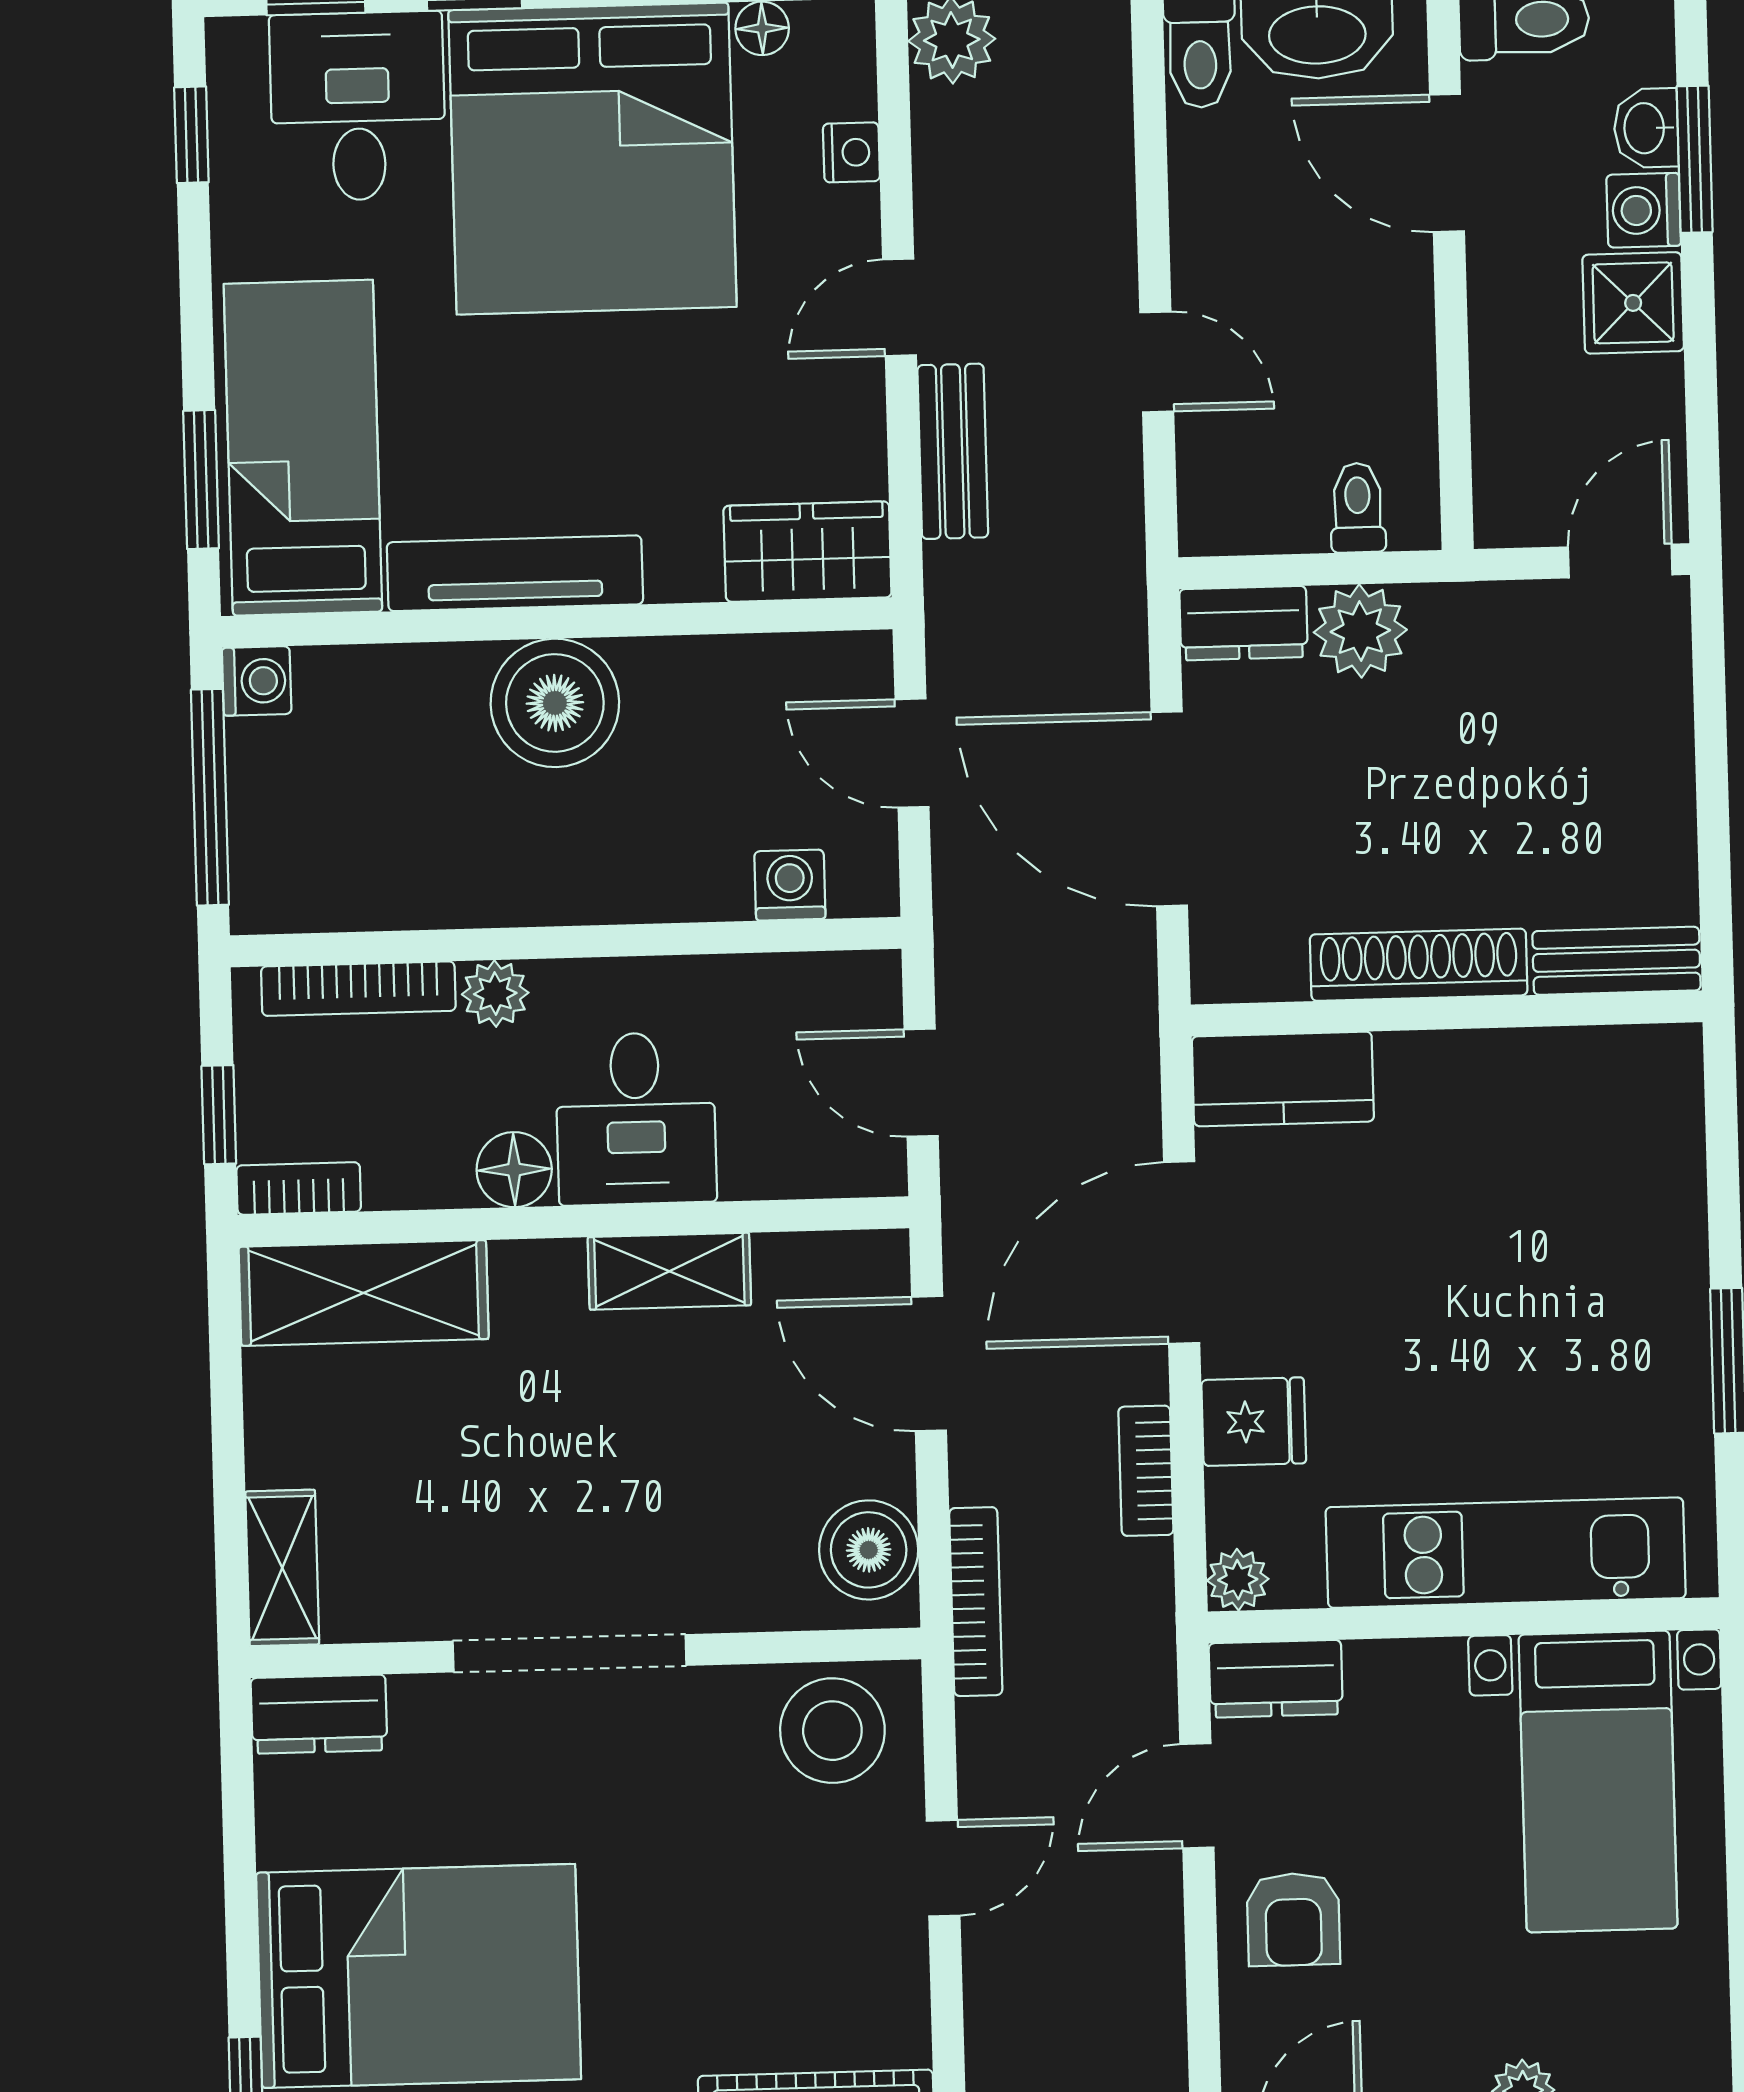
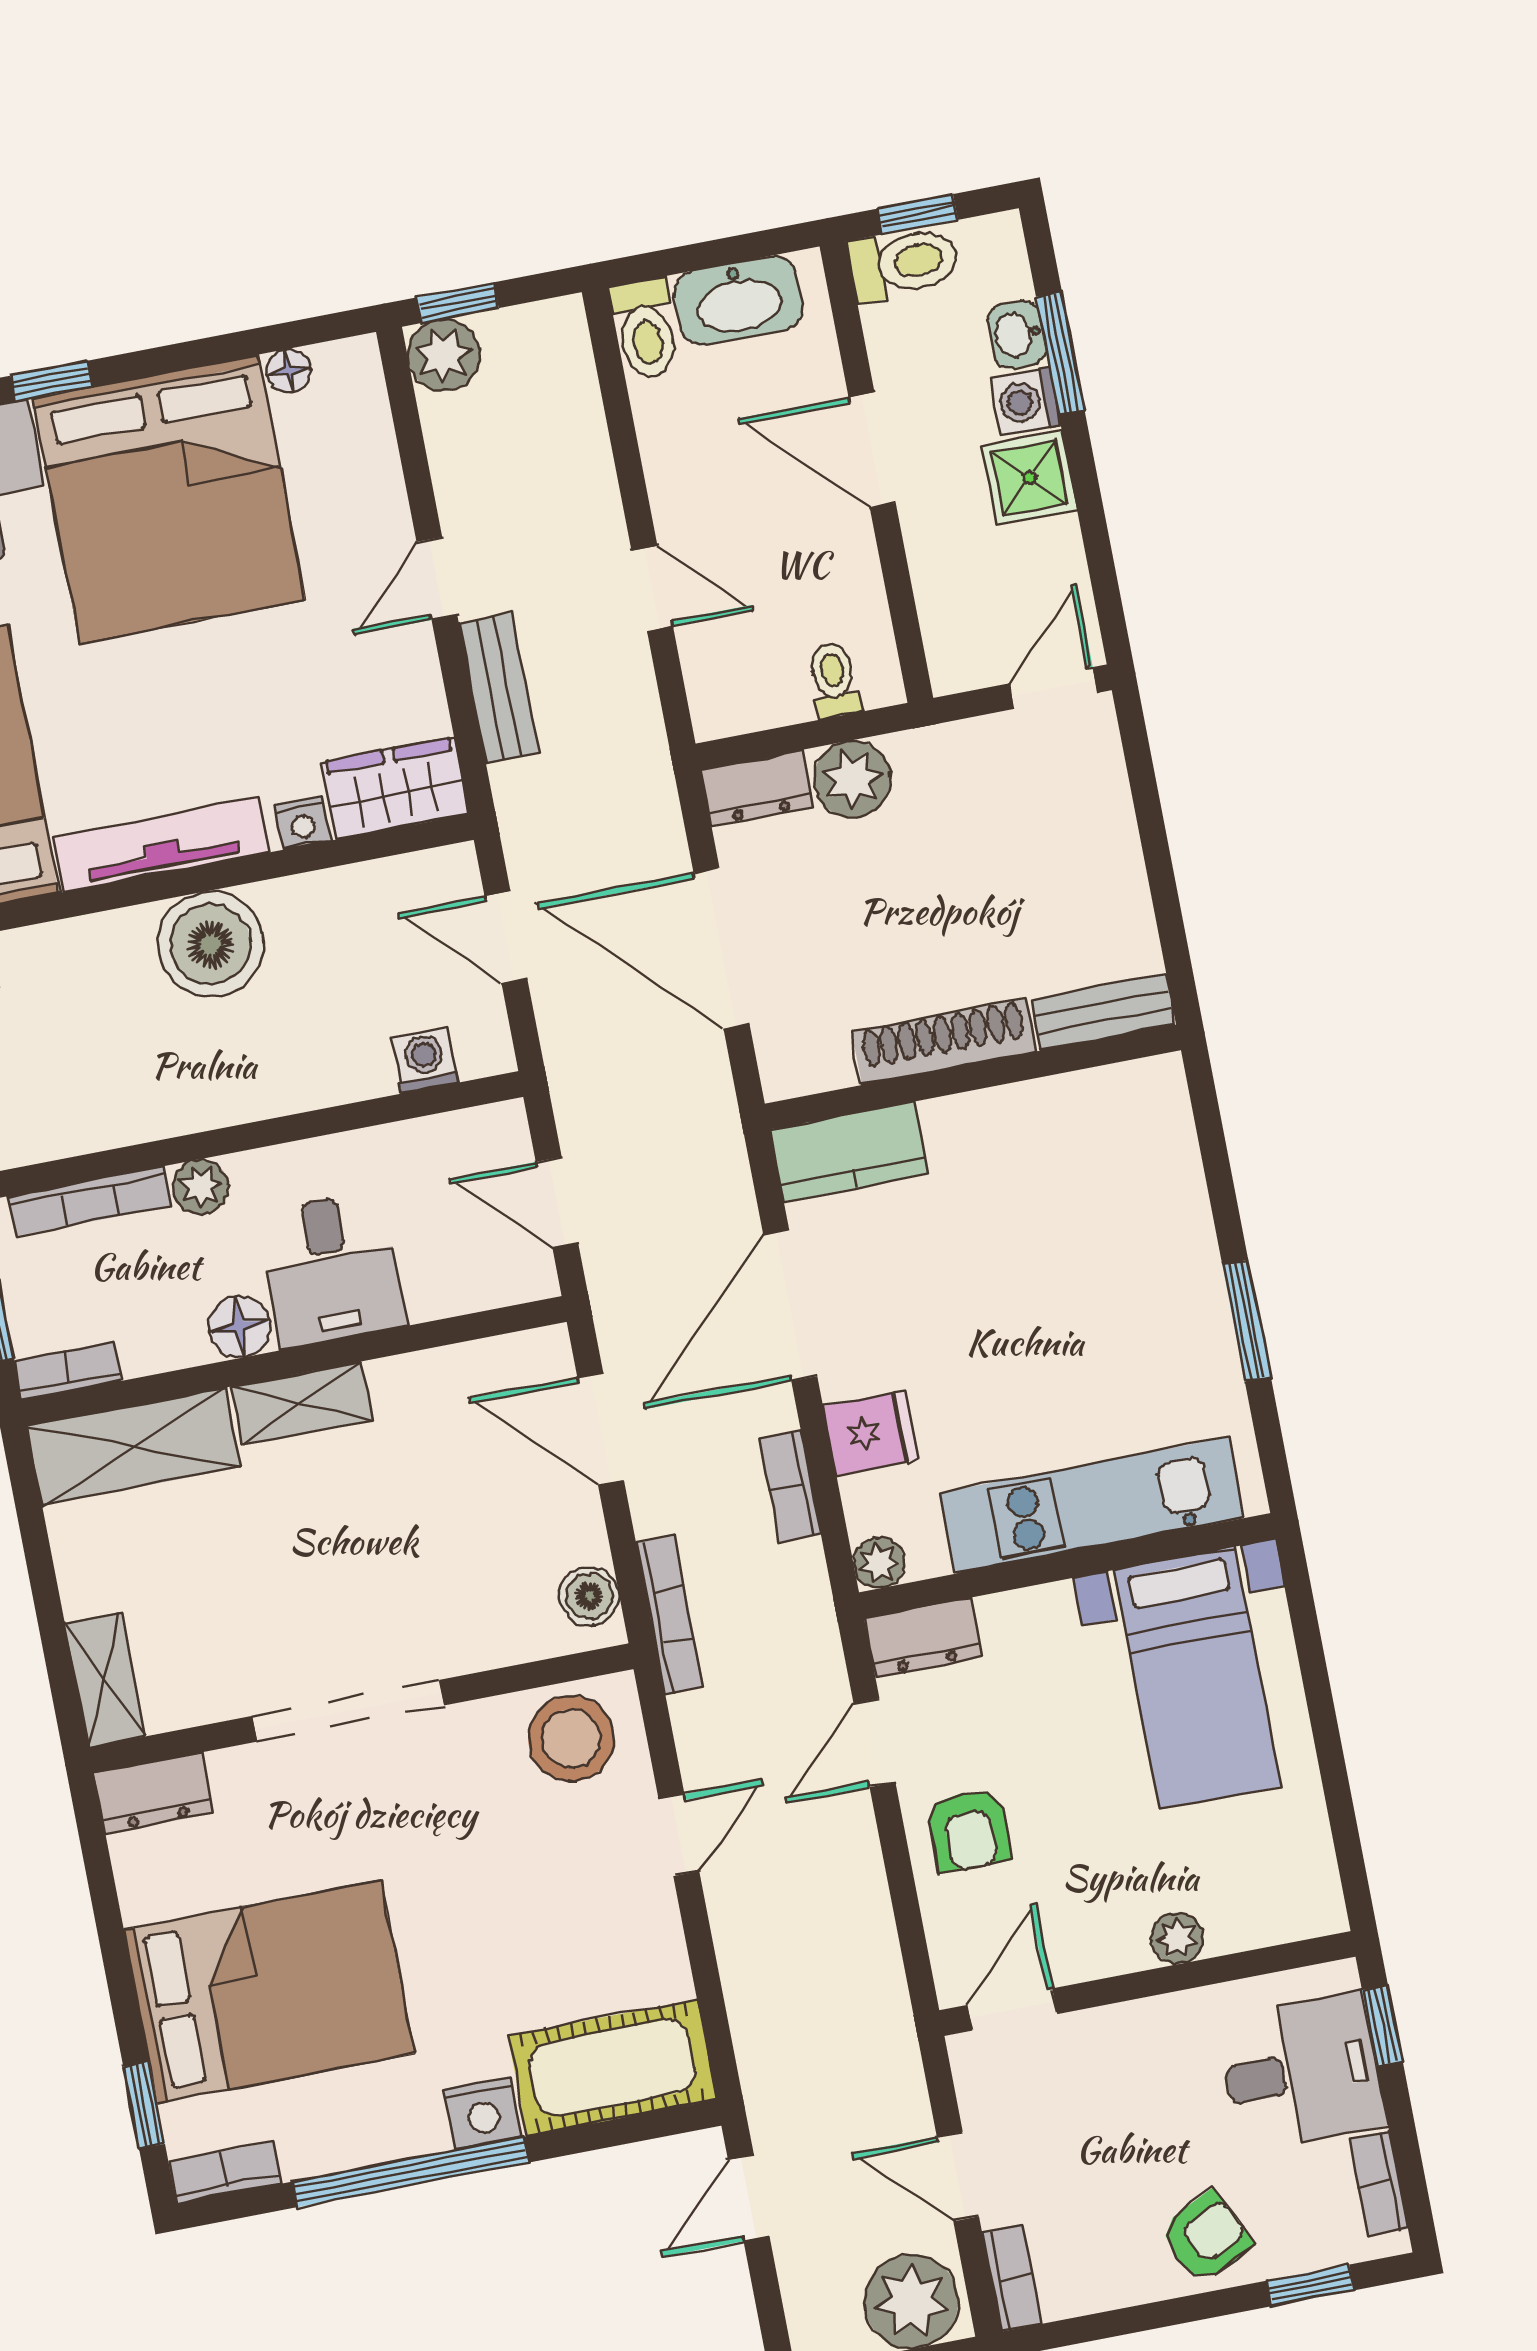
nightstand: (851, 152) -> (302, 823), moved, turned 90
door: (1447, 163) -> (872, 450), moved
shelving: (669, 1271) -> (302, 1403), moved
boiler: (869, 1550) -> (589, 1596), width x0.73, depth x0.73

